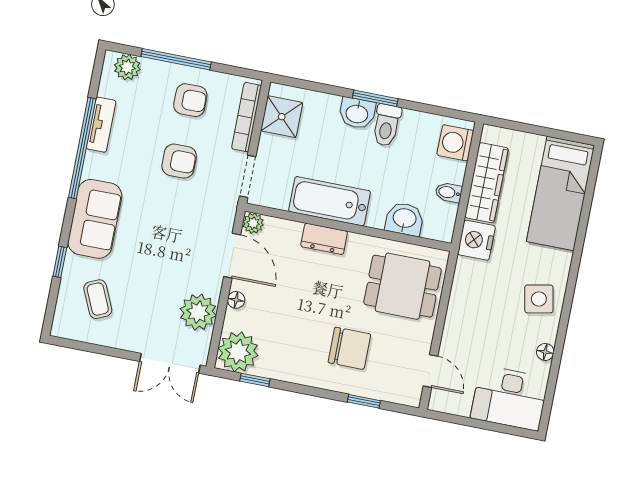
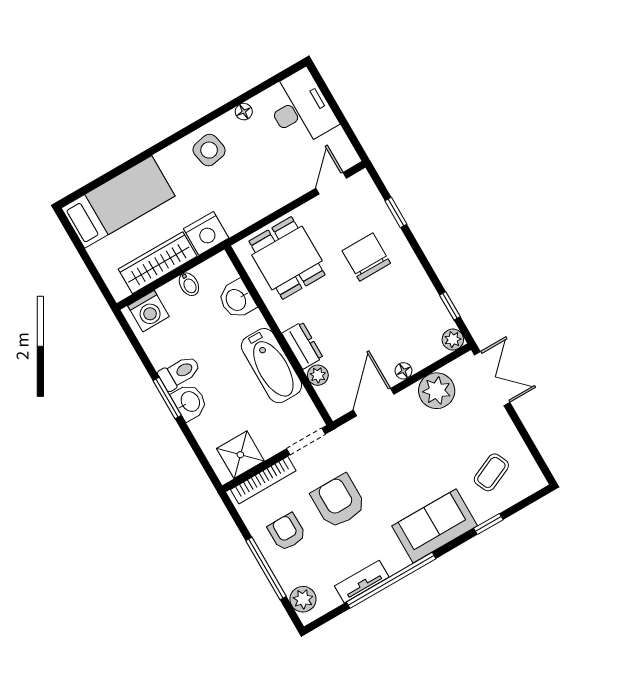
armchair: (179, 161) -> (338, 501), width x1.38, depth x1.38
plant: (253, 223) -> (318, 375), moved
plant: (238, 352) -> (453, 340), width x0.53, depth x0.53

